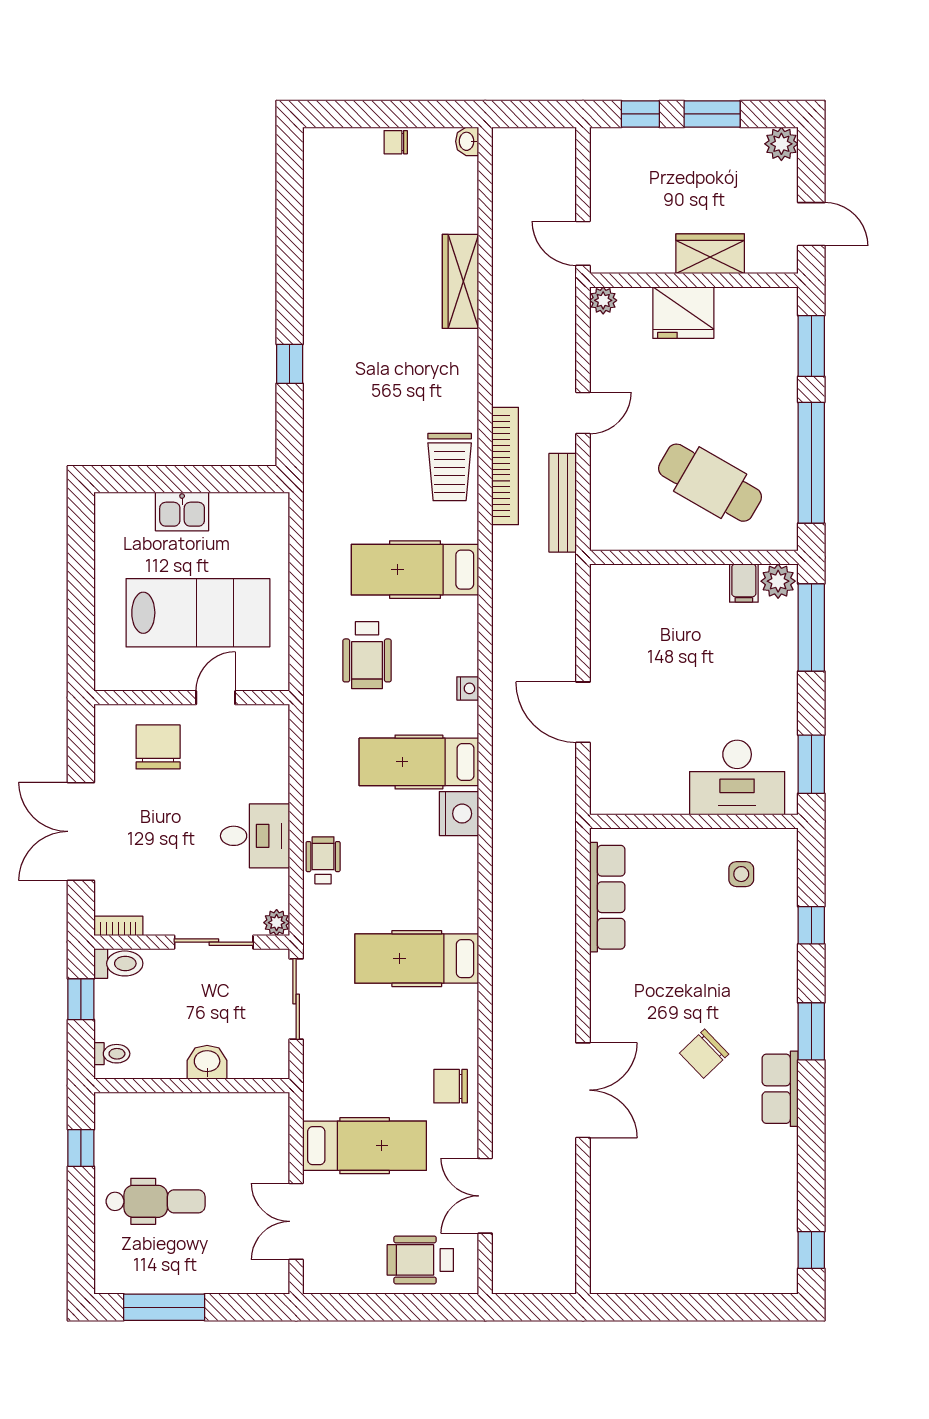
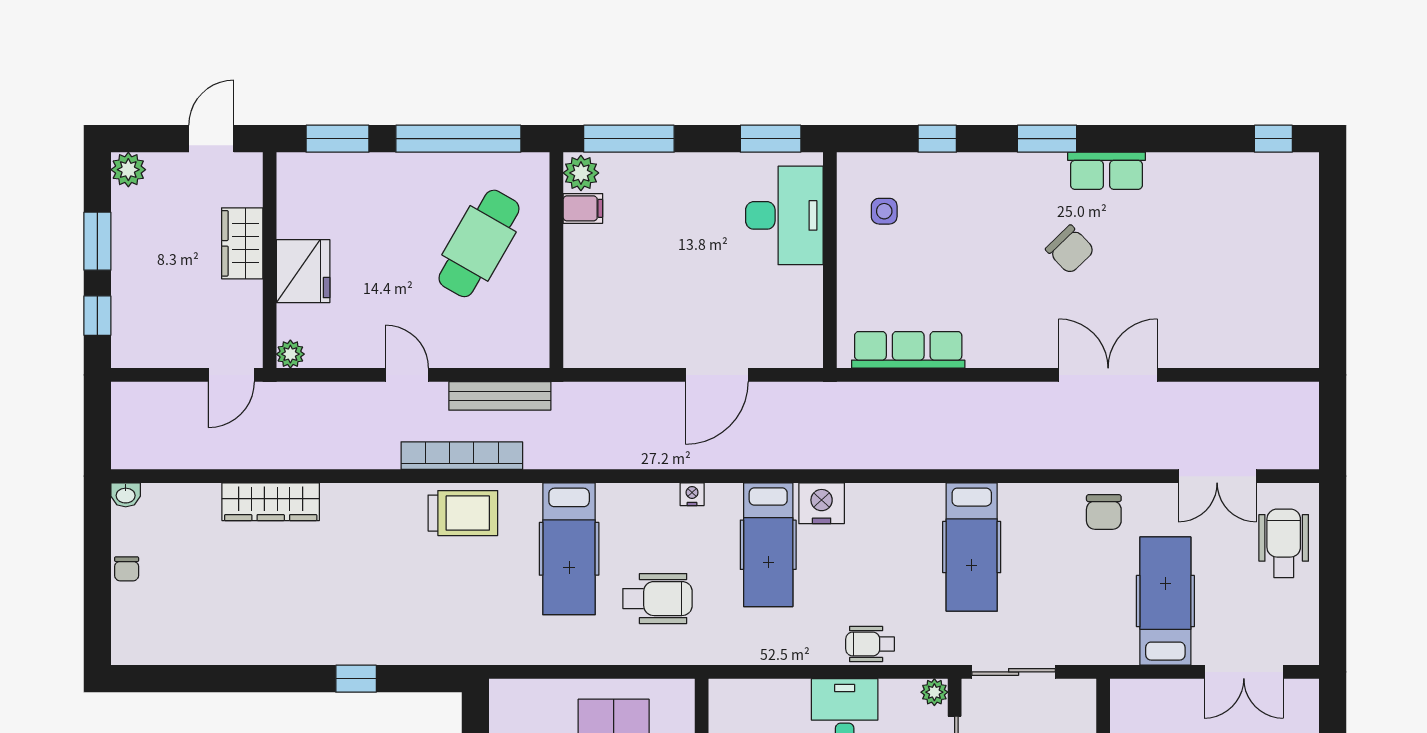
wheelchair: (420, 1260) -> (1284, 543), turned 180

